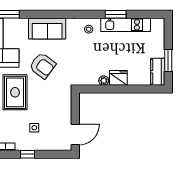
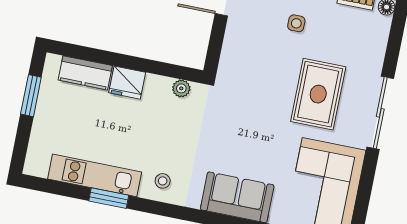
armchair: (43, 66) -> (259, 132), removed
kitchen counter: (158, 72) -> (85, 73), moved, turned 90
plant: (104, 81) -> (181, 88), moved

